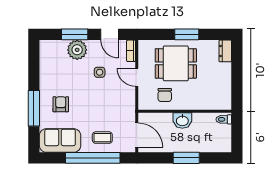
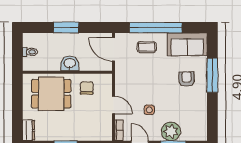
dining table: (176, 63) -> (51, 94), moved
armchair: (61, 104) -> (187, 79), turned 180
toilet: (224, 119) -> (30, 52), moved

